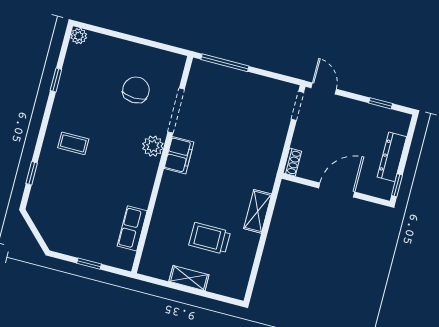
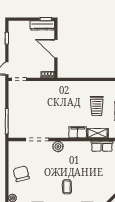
chair: (136, 90) -> (21, 174), moved, turned 73
filing cabinet: (179, 155) -> (78, 132), moved
dresser: (392, 157) -> (42, 25), moved
shelving: (258, 211) -> (97, 133), moved

